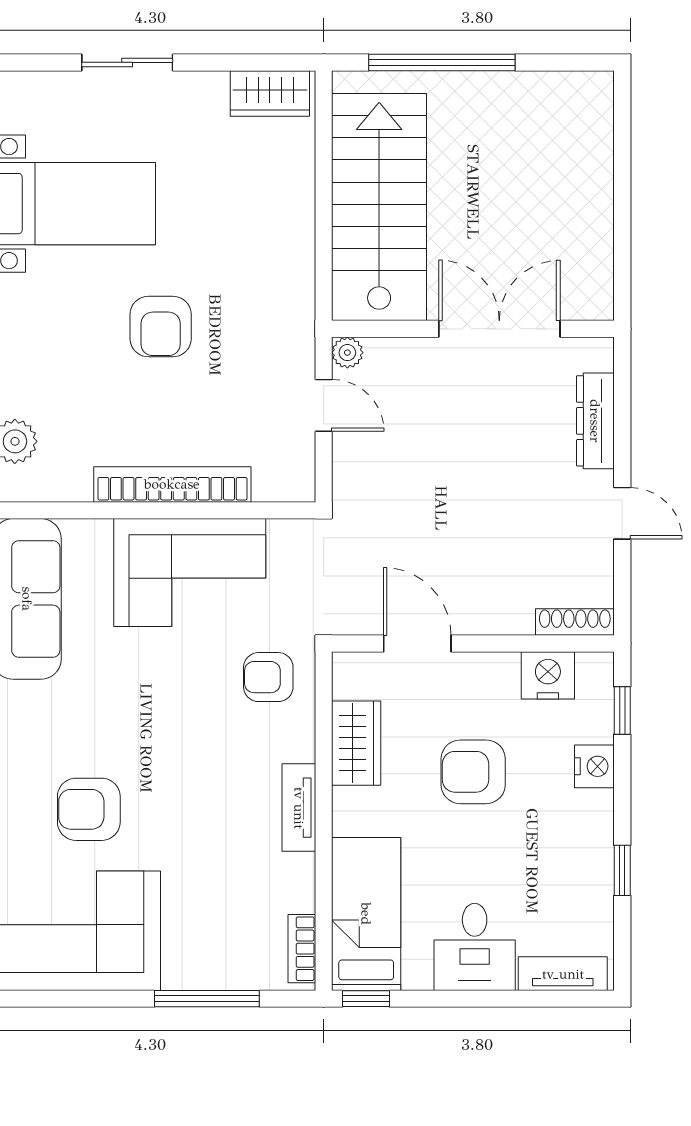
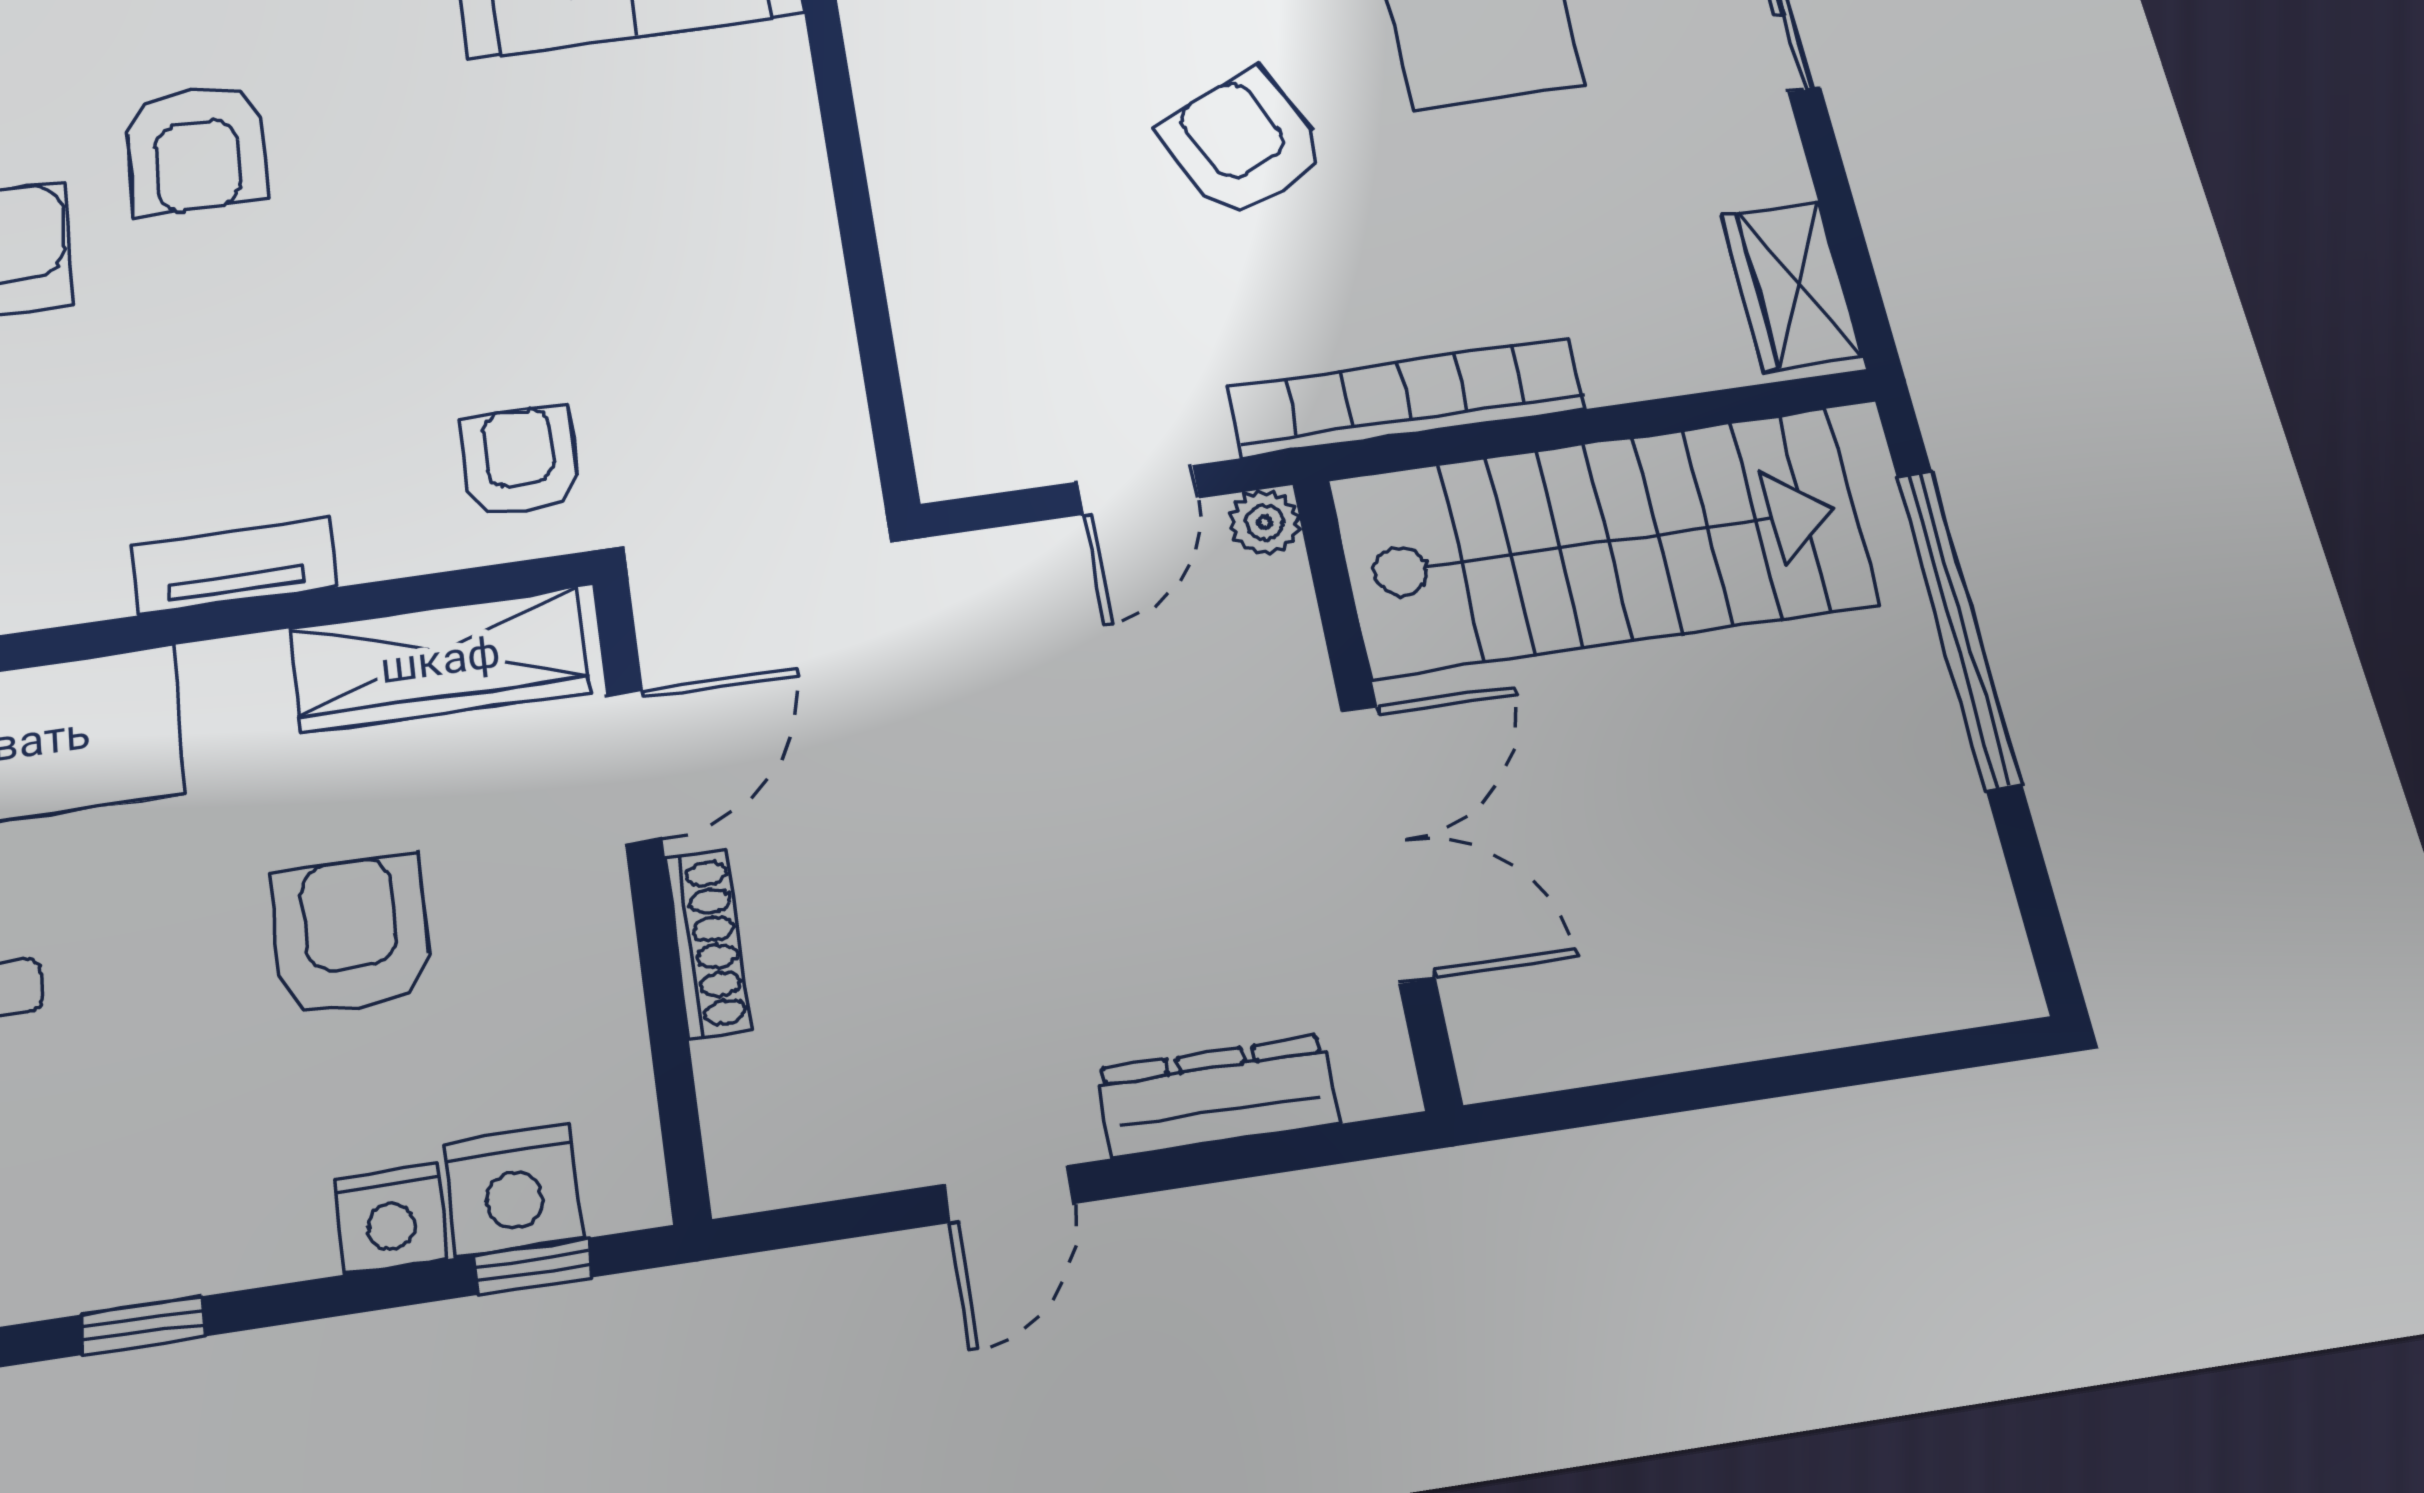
armchair: (161, 327) -> (1243, 144), turned 65
bookcase: (172, 484) -> (1406, 397), moved, turned -90
corner sofa: (190, 573) -> (727, 273), removed
shoe rack: (575, 622) -> (708, 944), moved
nightstand: (548, 675) -> (513, 1190), moved, turned 90
wardrobe: (356, 743) -> (440, 660), width x1.50
armchair: (89, 809) -> (196, 149), turned 180

